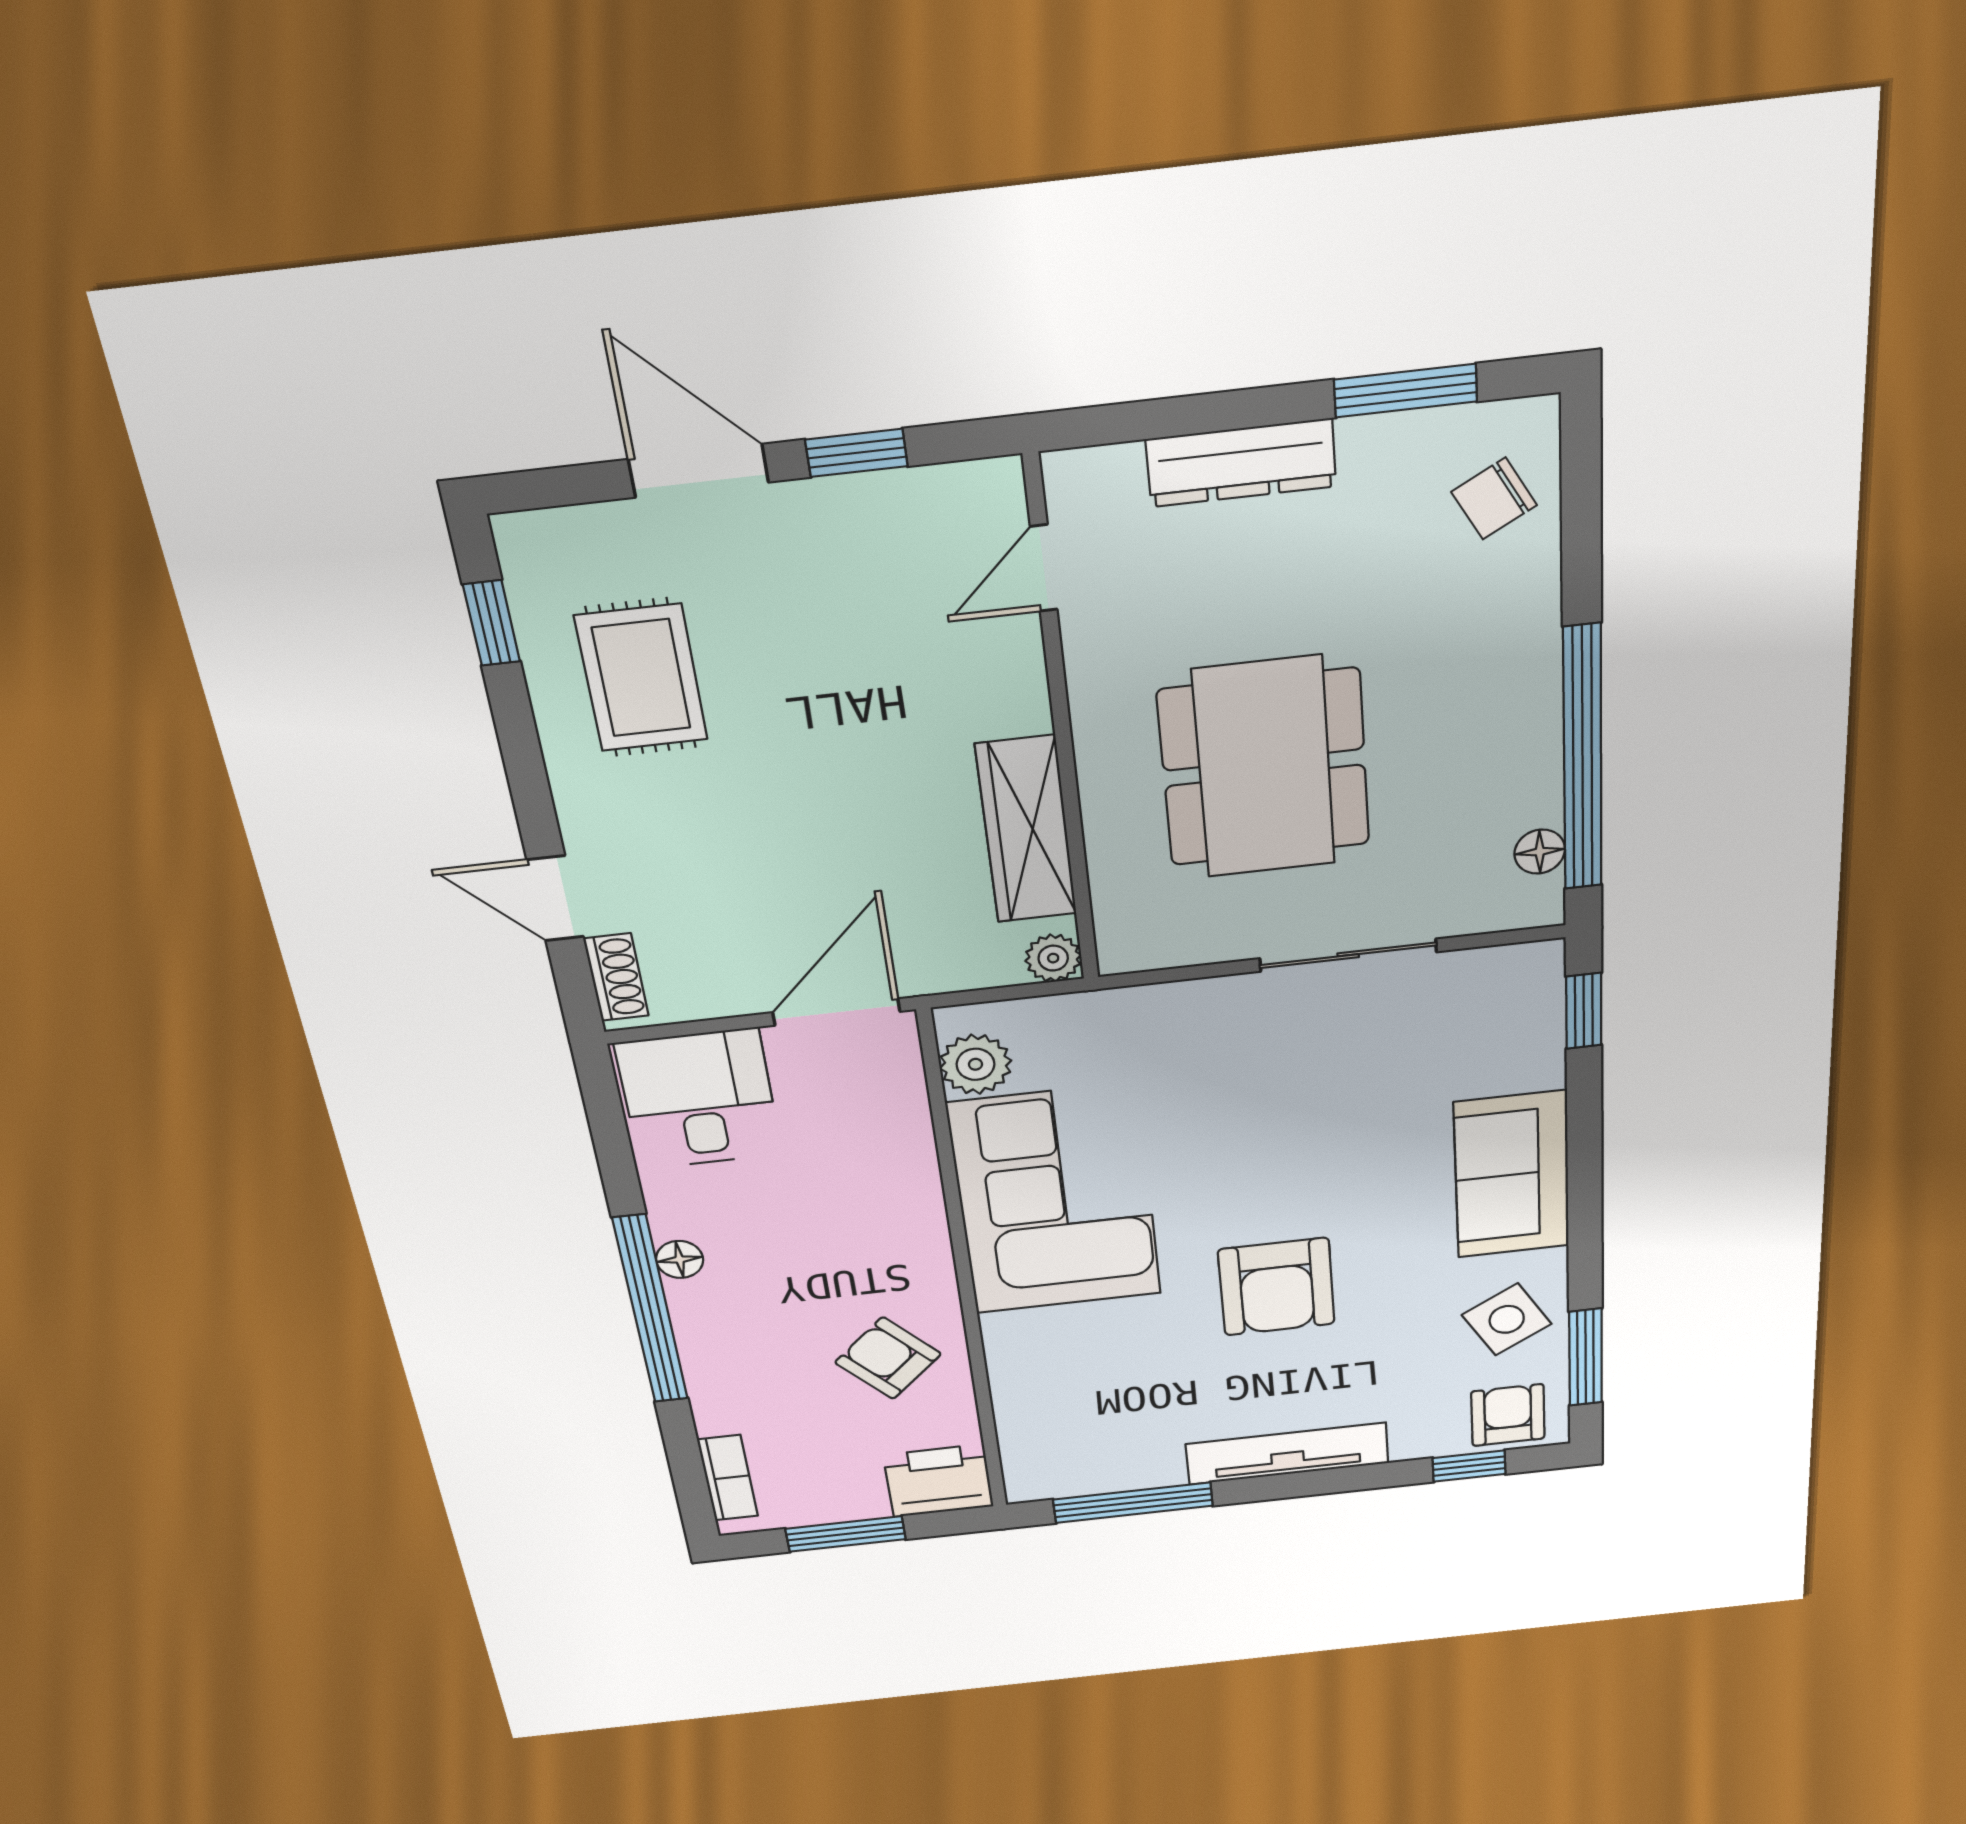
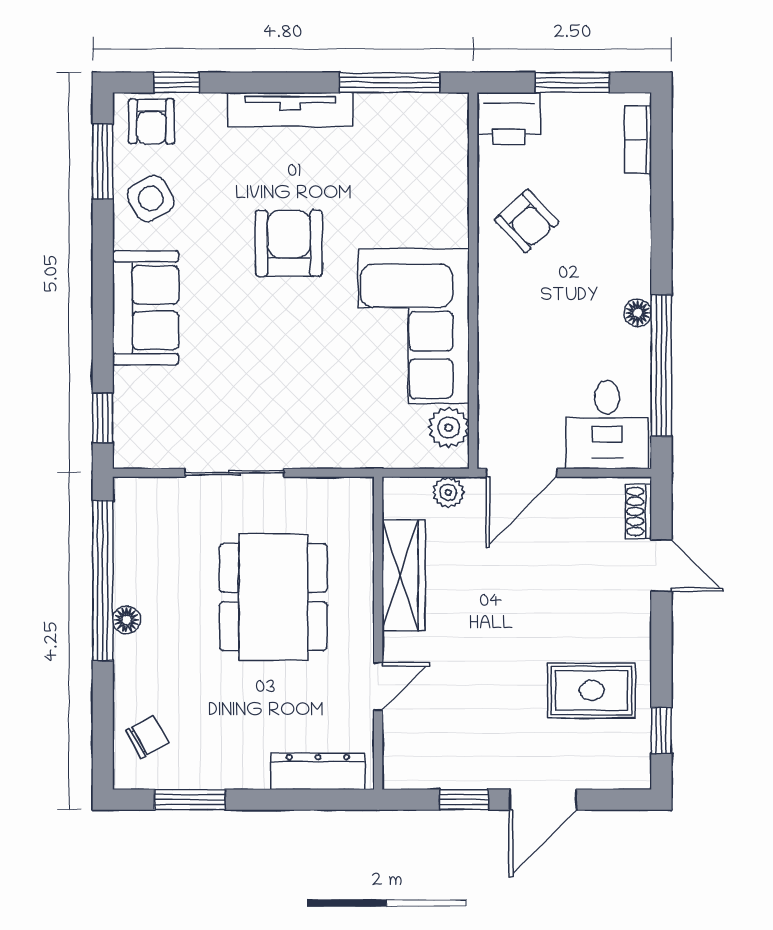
dresser: (1241, 463) -> (318, 771), moved
door: (699, 471) -> (543, 800), hinge flipped
door: (1044, 568) -> (378, 686), moved
rug: (641, 678) -> (592, 690), turned 90
floor lamp: (1540, 852) -> (126, 620), moved
plant: (1053, 958) -> (448, 492), moved
window: (650, 1310) -> (661, 366), moved

